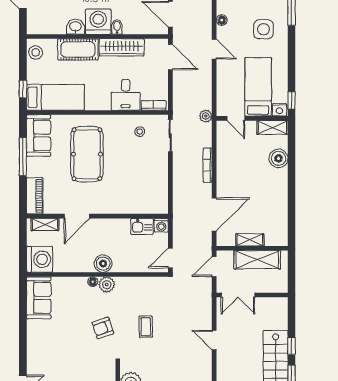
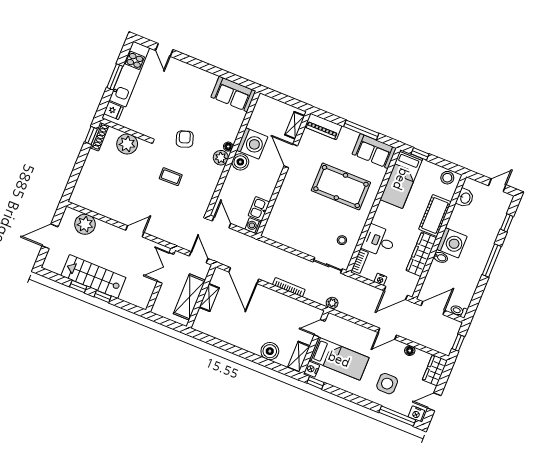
washbasin: (75, 27) -> (465, 198), moved
nightstand: (163, 78) -> (380, 279), added
washing machine: (40, 259) -> (252, 143), moved, turned -90

